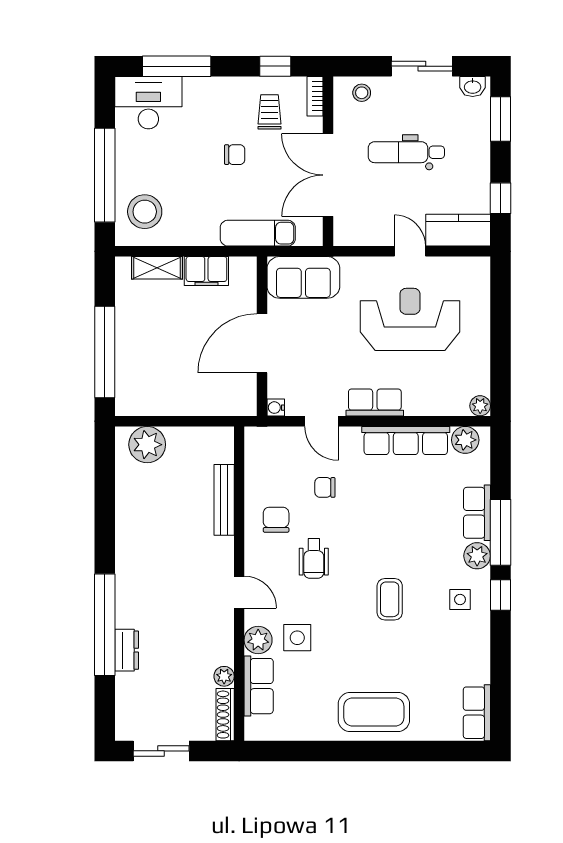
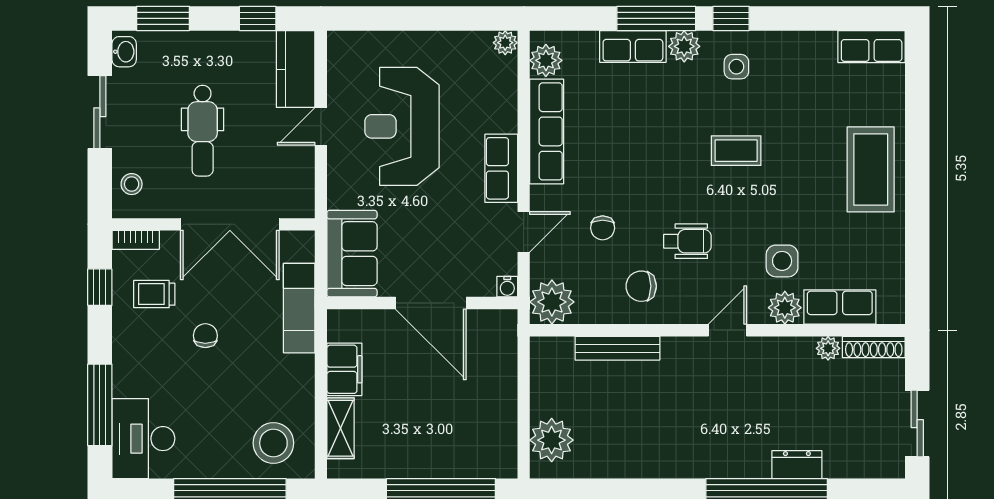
plant: (263, 445) -> (552, 302), added

